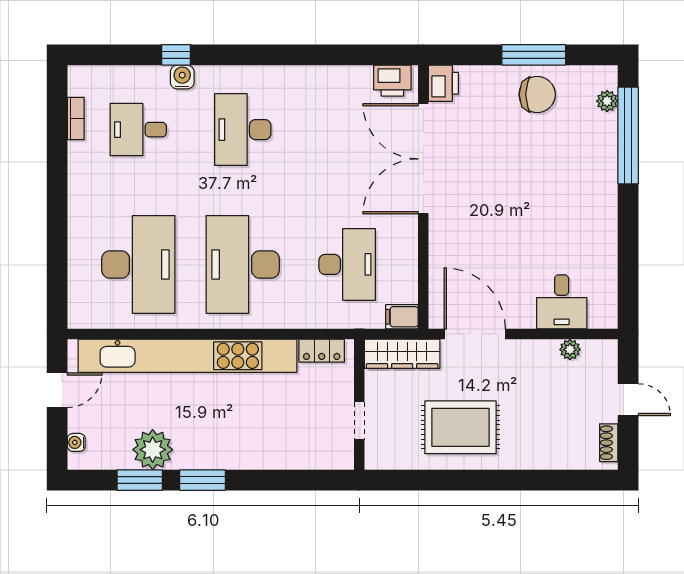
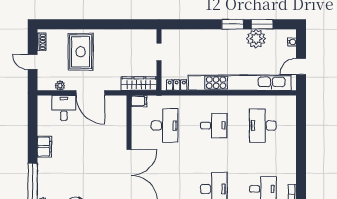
filing cabinet: (603, 220) -> (44, 147), added
desk: (138, 264) -> (263, 126), width x0.73, depth x0.77
desk: (243, 264) -> (214, 126), width x0.53, depth x0.77
desk: (347, 264) -> (165, 126), turned 180
door: (475, 334) -> (90, 93), moved
rug: (460, 427) -> (81, 52), moved, turned 90

